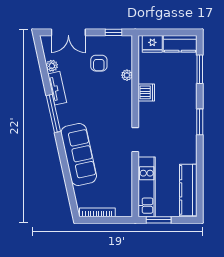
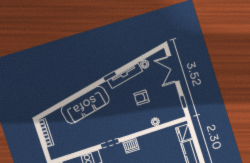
armchair: (99, 63) -> (141, 98), moved
tv unit: (57, 88) -> (125, 76), width x1.41
dishwasher: (146, 92) -> (131, 145), moved
window: (53, 113) -> (110, 76), width x0.46

